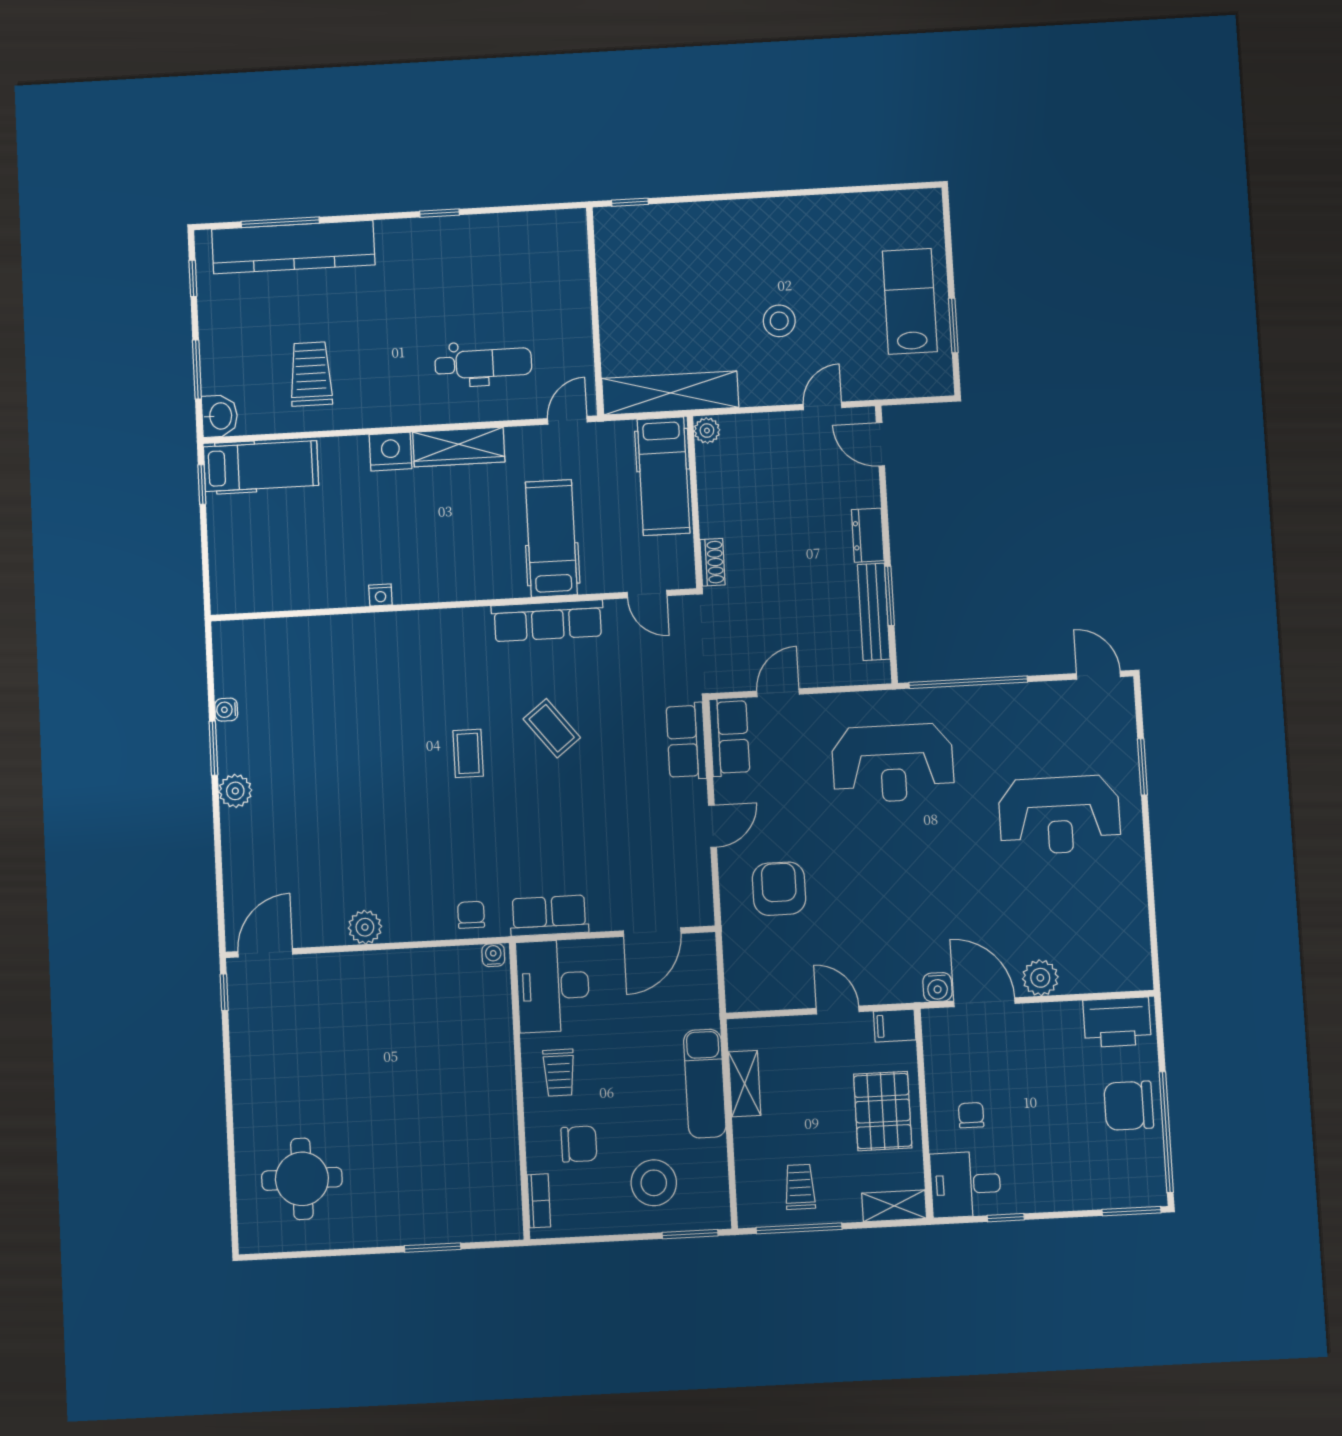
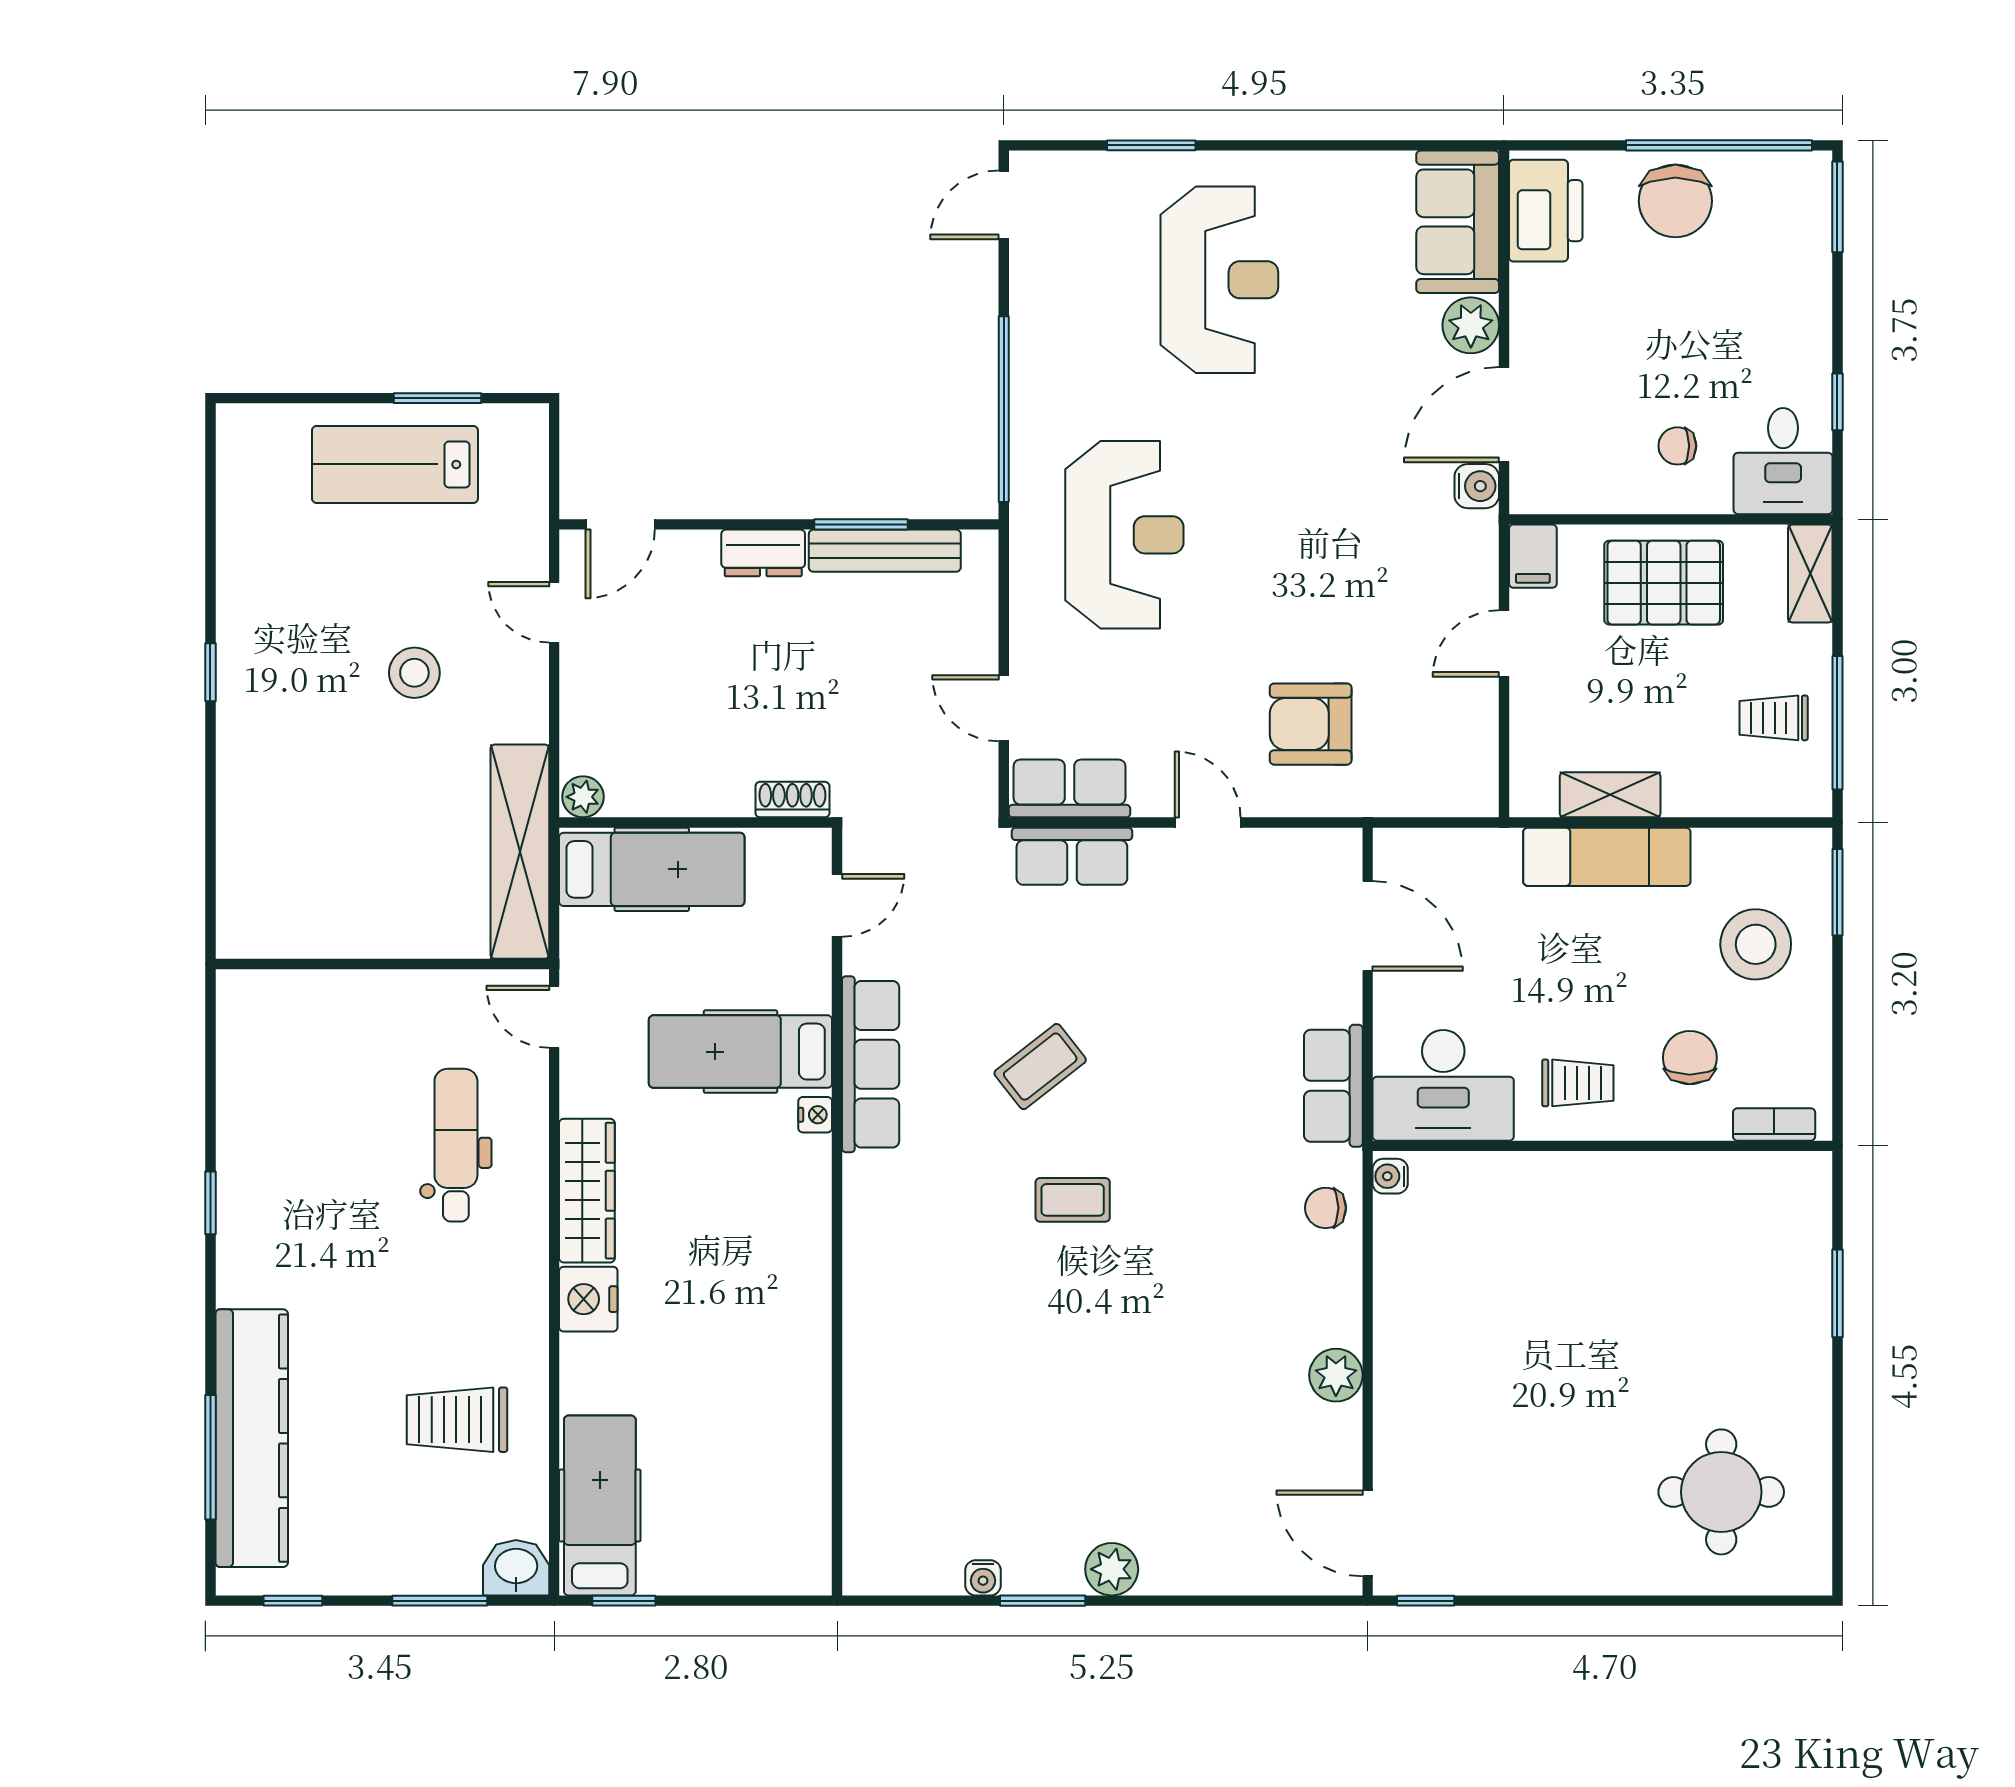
window: (630, 202) -> (210, 672), moved
nightstand: (380, 595) -> (815, 1115), moved
sofa: (1106, 966) -> (1458, 222), added

